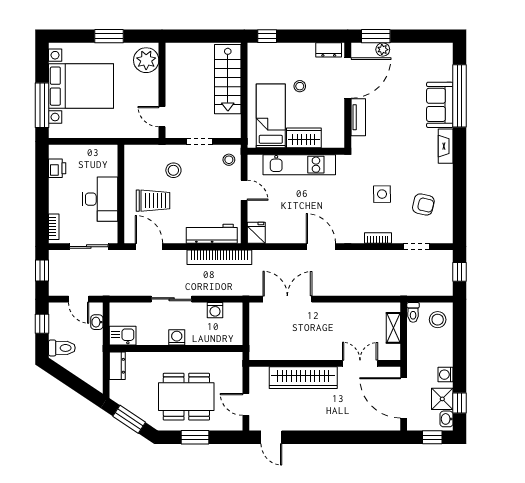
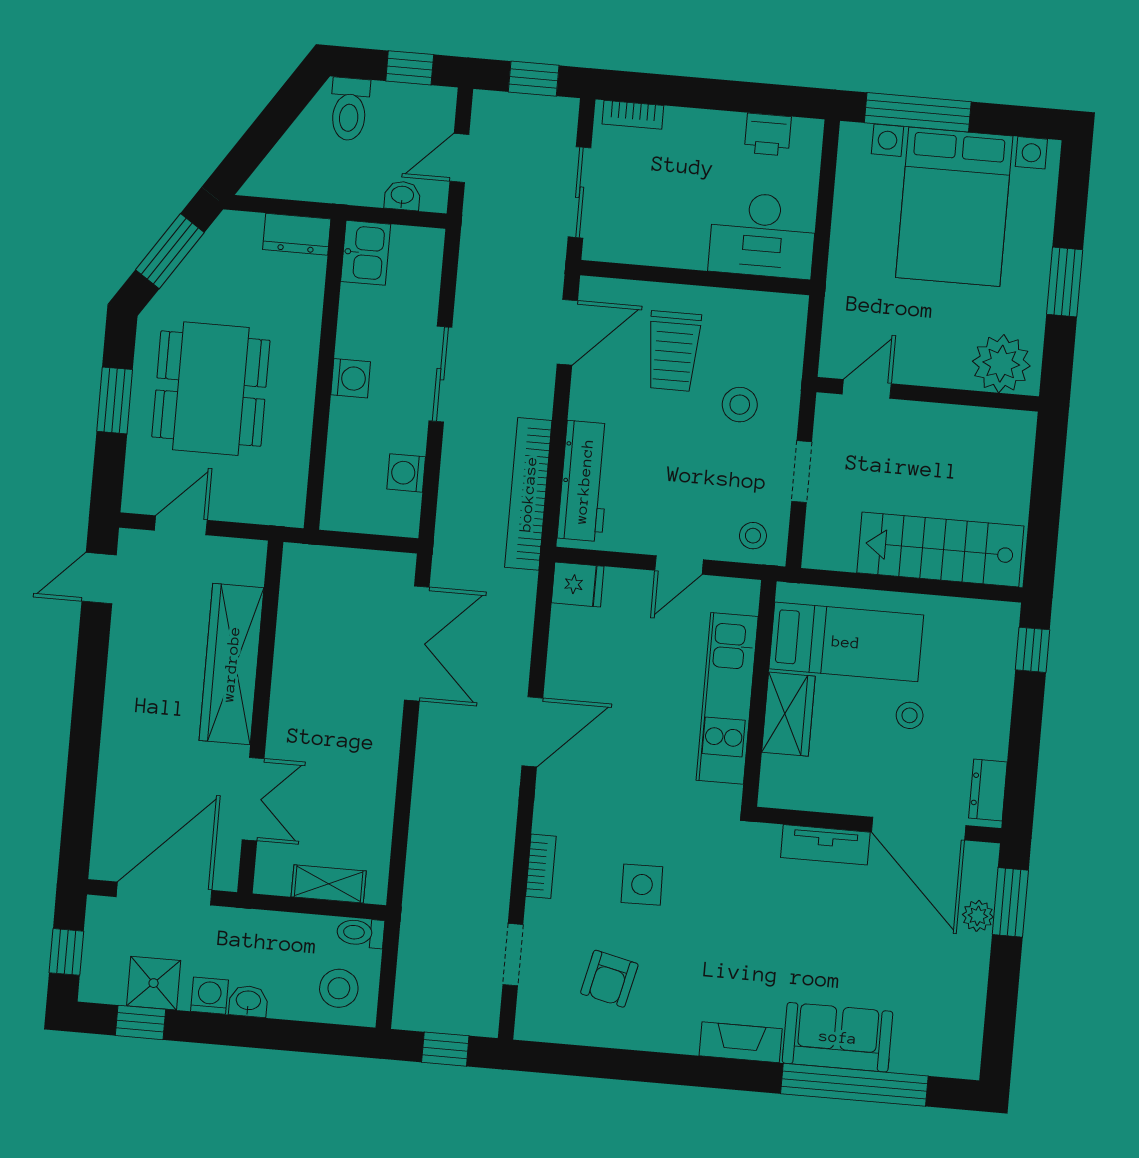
desk: (100, 199) -> (763, 235), moved
washbasin: (446, 419) -> (248, 1001), moved

